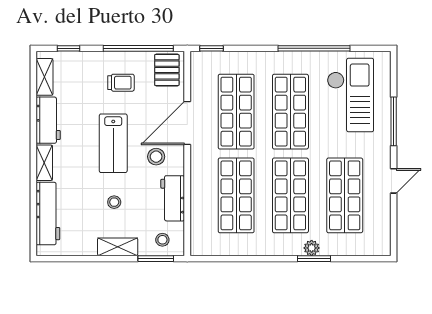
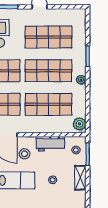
plant: (204, 245) -> (79, 124), added
plant: (312, 248) -> (81, 80), moved

